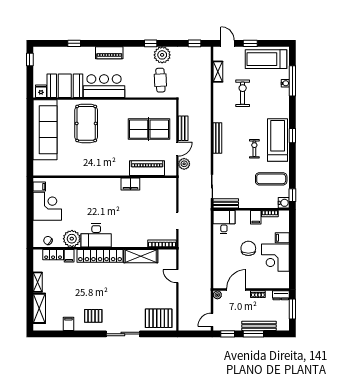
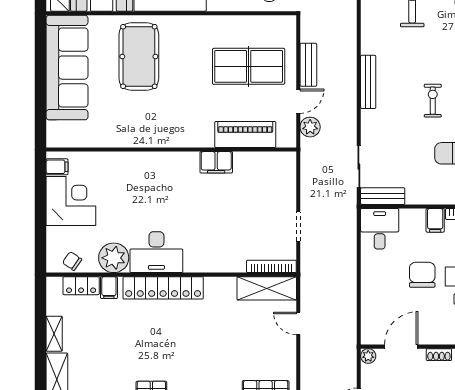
shelving: (141, 256) -> (267, 288), moved

